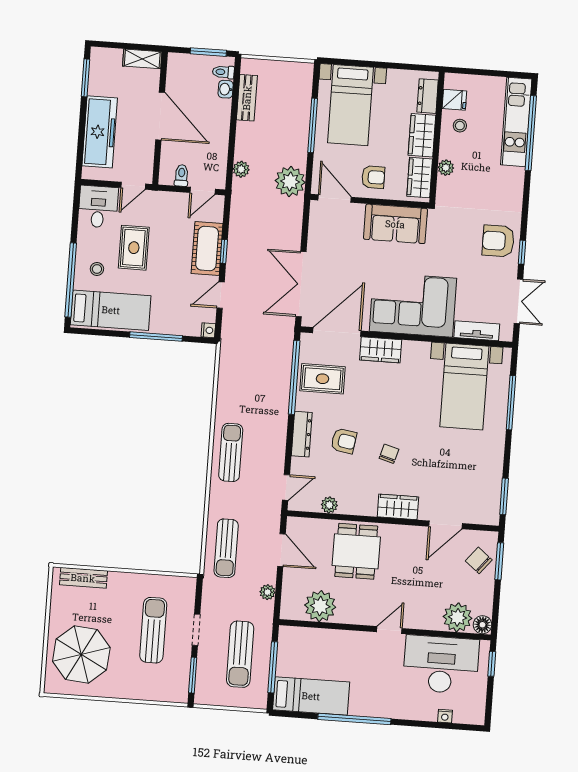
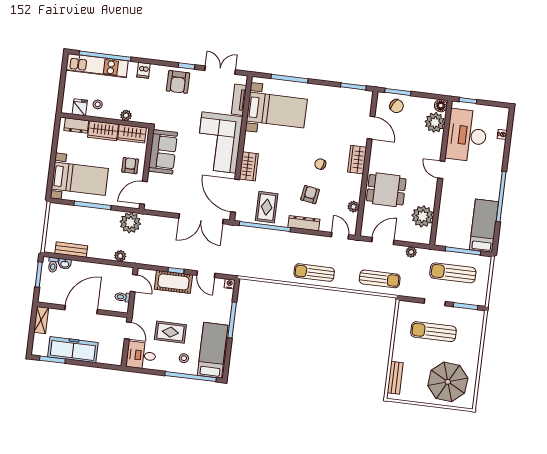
freezer: (100, 132) -> (73, 350), moved
dishwasher: (513, 190) -> (144, 70), added
chair: (479, 560) -> (397, 106), turned -99
sun lounger: (240, 654) -> (453, 273), turned 180

